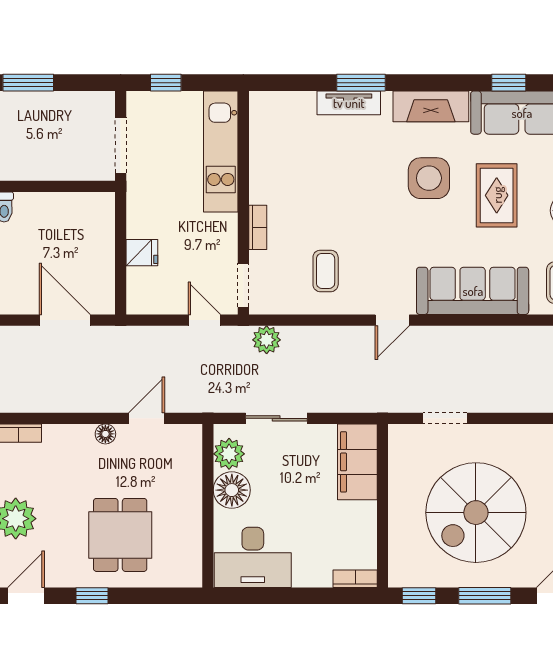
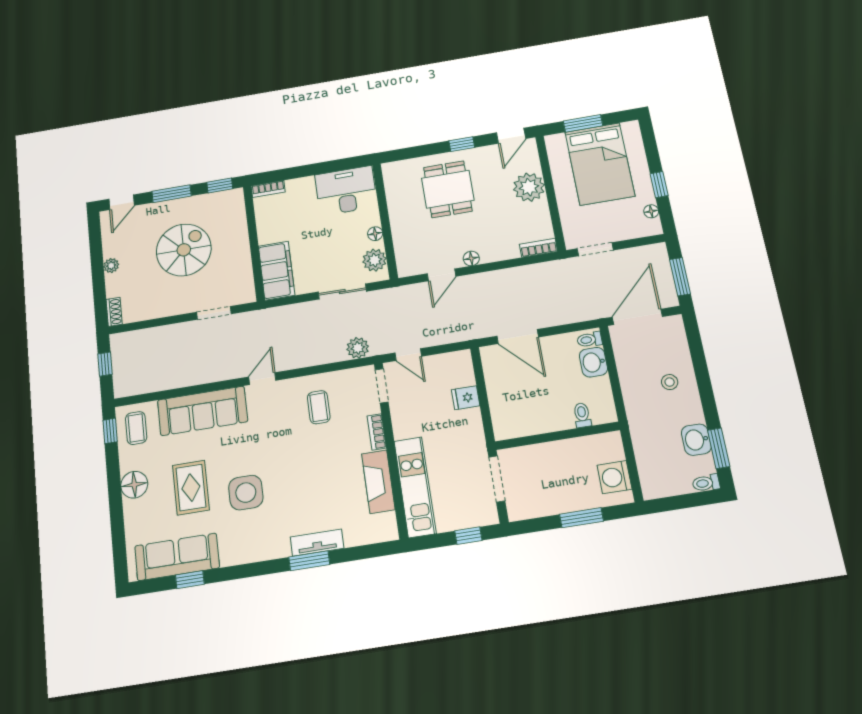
fireplace: (431, 106) -> (378, 482), moved, turned -90
floor lamp: (232, 490) -> (375, 234), width x0.53, depth x0.53
spiral stairs: (476, 513) -> (184, 250), width x0.73, depth x0.73

